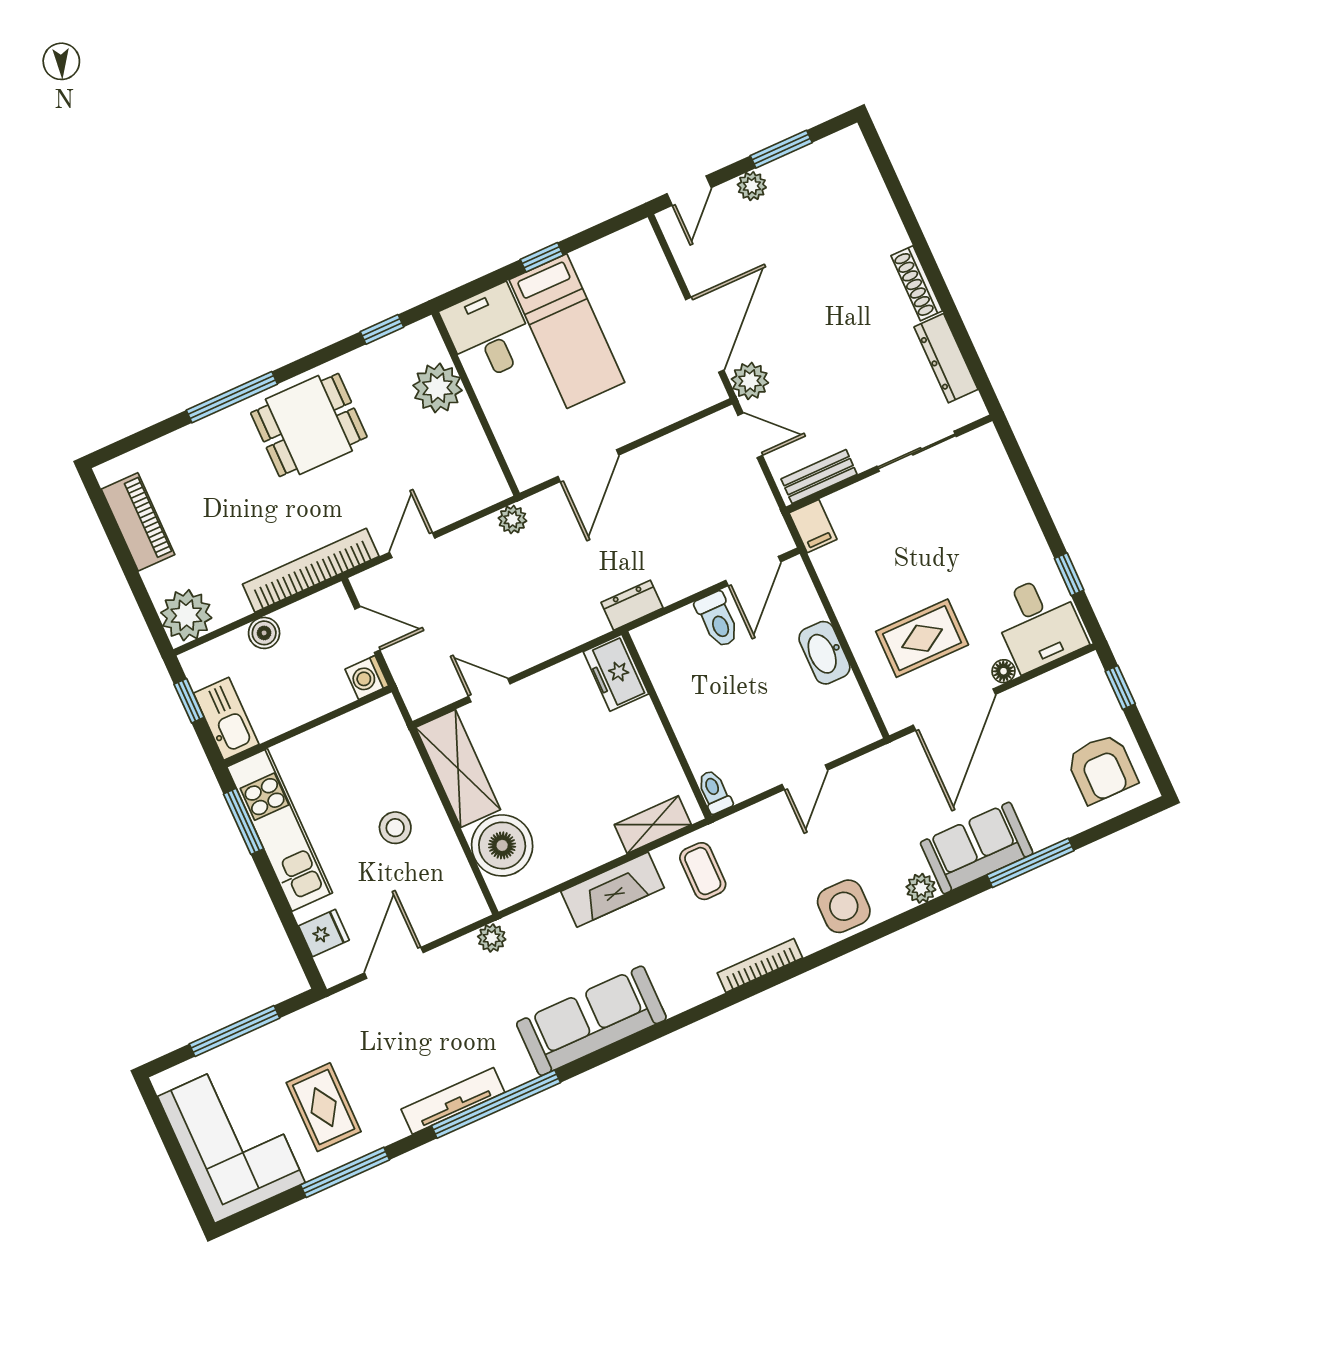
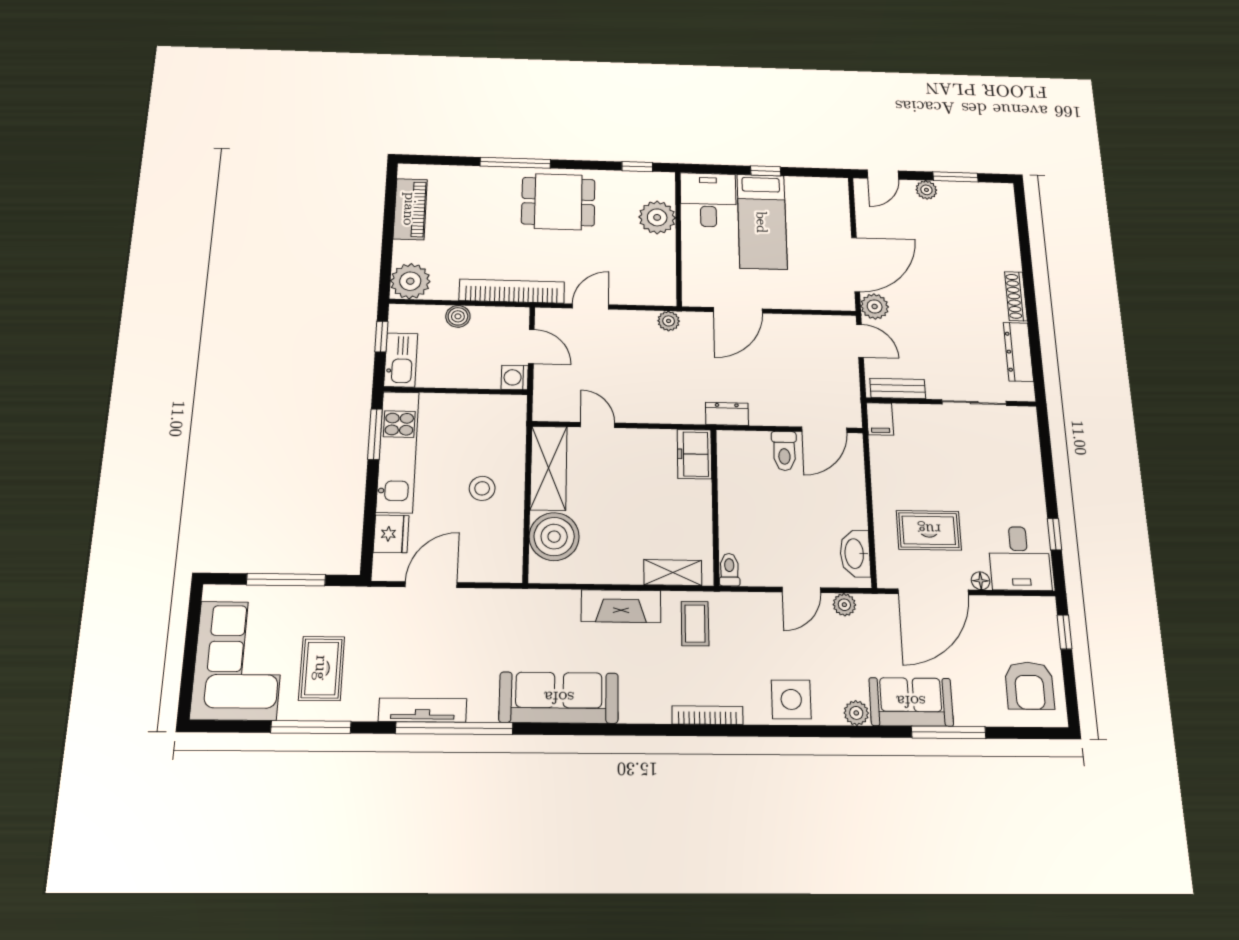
washbasin: (824, 653) -> (855, 554), moved
fridge: (324, 933) -> (391, 534), width x1.38
plant: (492, 938) -> (844, 605), moved

